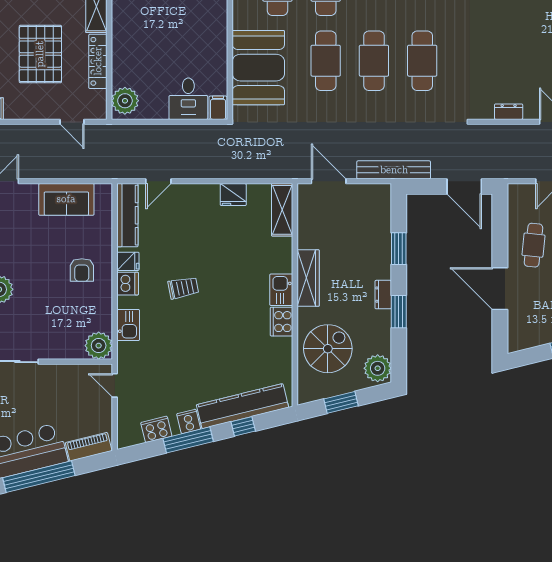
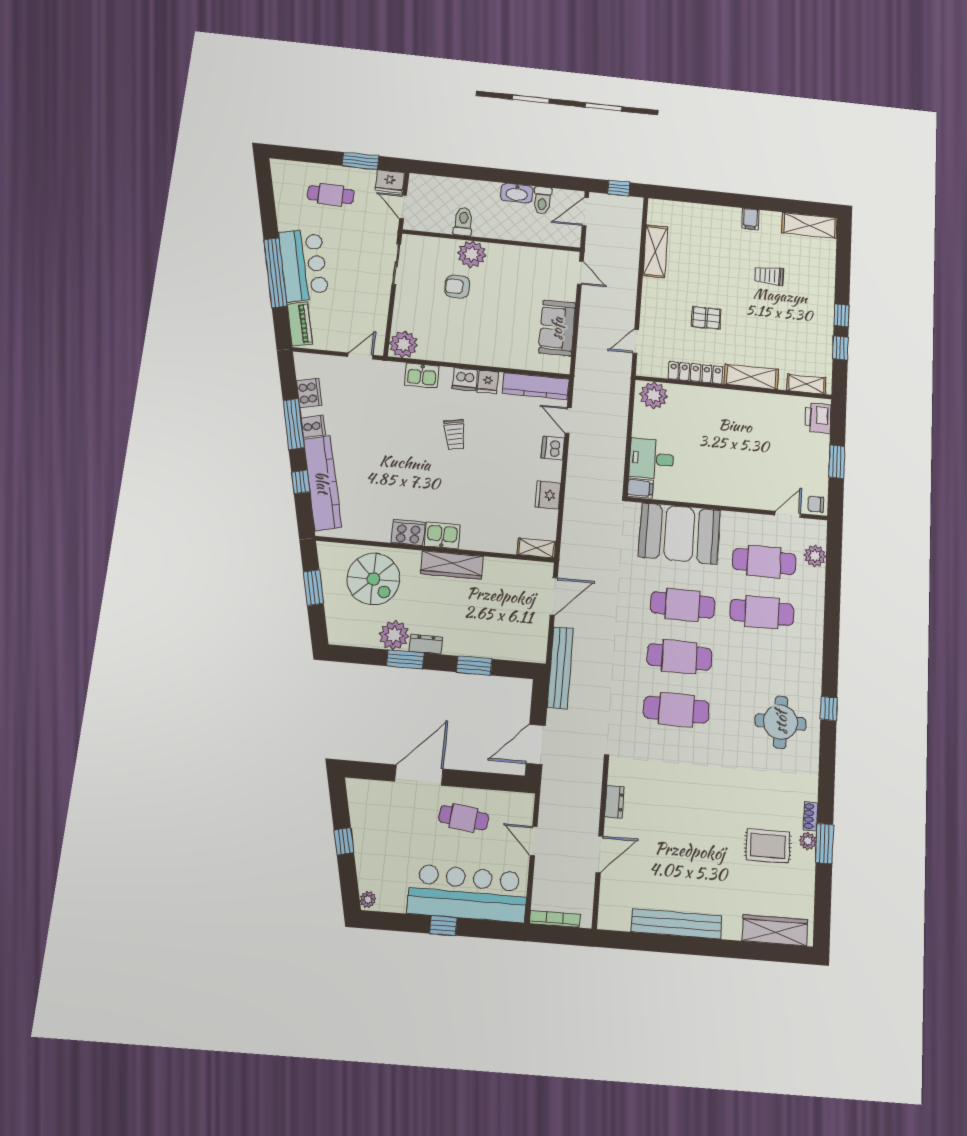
pallet: (40, 54) -> (706, 318), width x0.49, depth x0.50
dishwasher: (187, 194) -> (553, 448), added
shelving: (282, 210) -> (537, 548), width x0.67, depth x0.75
armchair: (82, 270) -> (457, 287), moved
plant: (378, 368) -> (394, 635), moved

